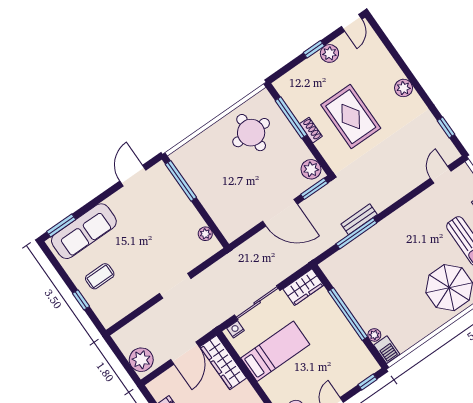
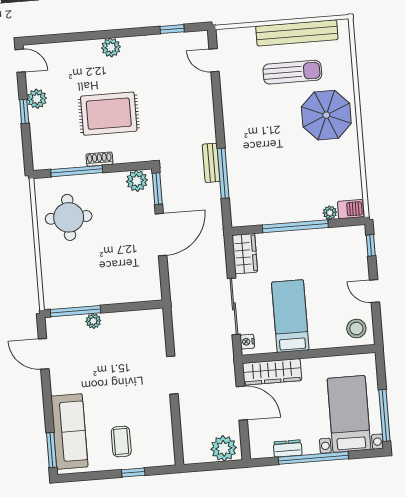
plant: (205, 234) -> (93, 321), moved

